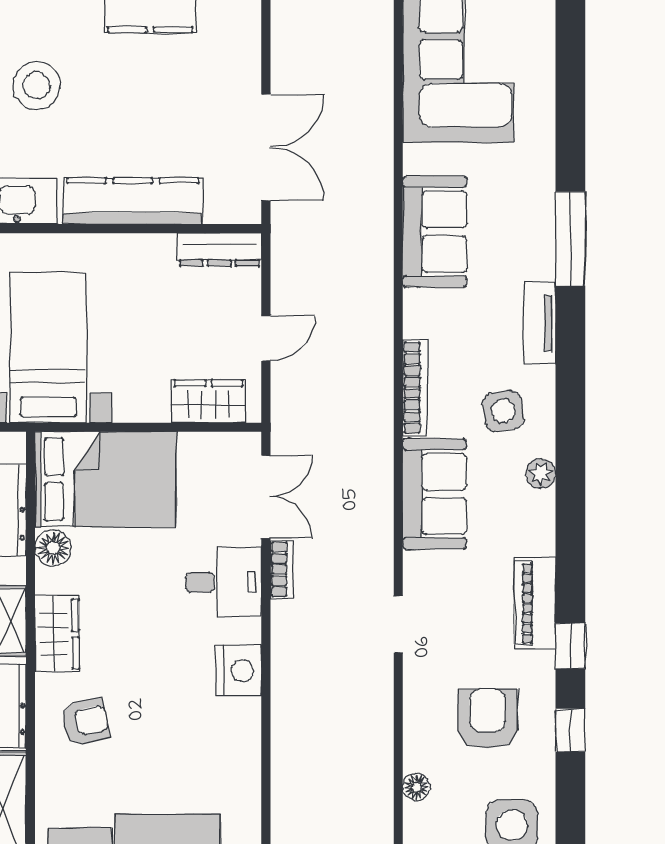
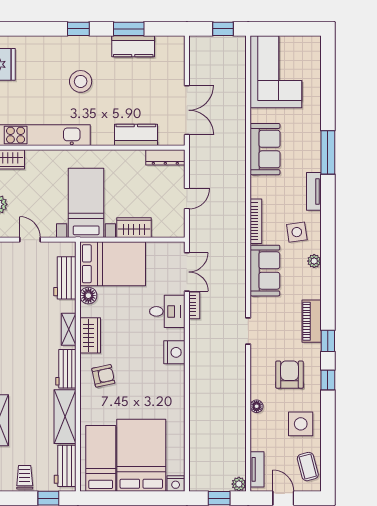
kitchen counter: (133, 201) -> (136, 135), width x0.67
wardrobe: (208, 401) -> (134, 228), moved

